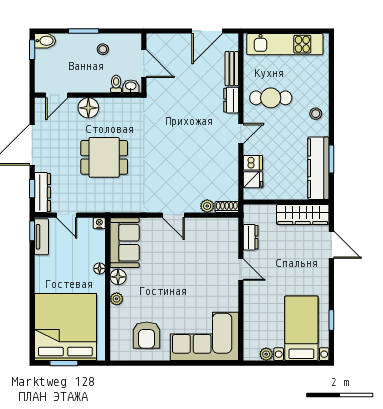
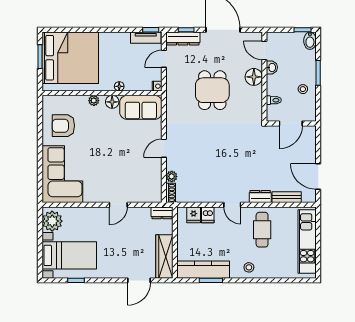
washbasin: (131, 86) -> (272, 67), moved
dresser: (251, 237) -> (162, 213), moved
plant: (266, 354) -> (52, 221), width x1.88, depth x1.88

